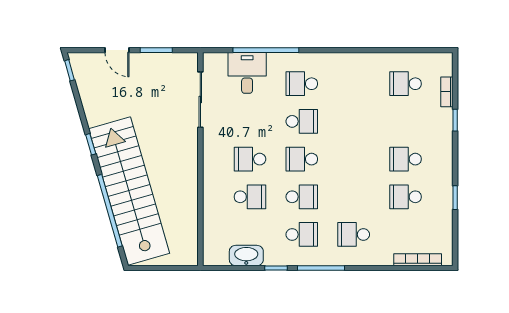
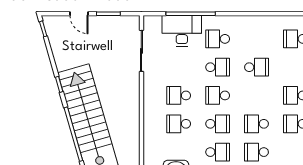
desk: (247, 73) -> (182, 31), width x1.37
school desk: (354, 121) -> (257, 67), added
school desk: (250, 197) -> (179, 124), turned 180
school desk: (354, 197) -> (257, 124), added

